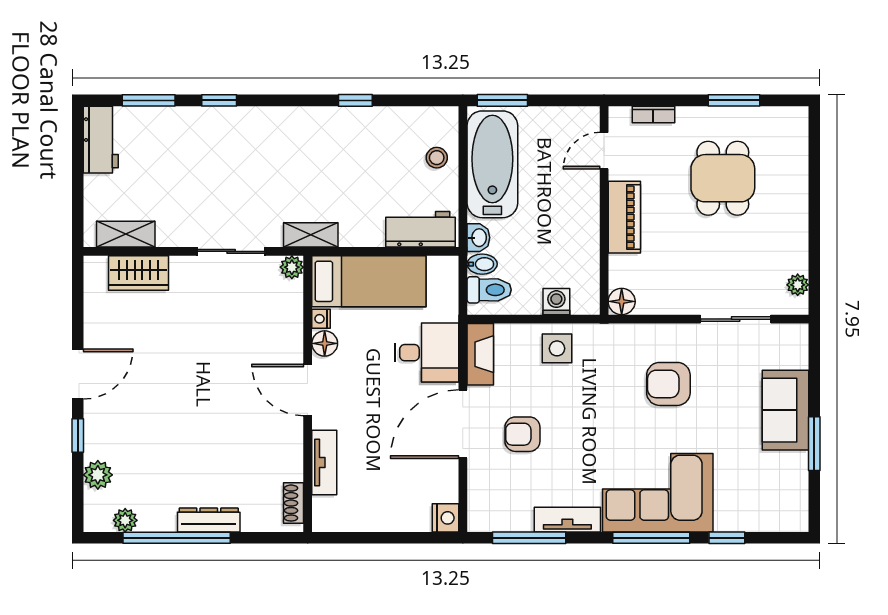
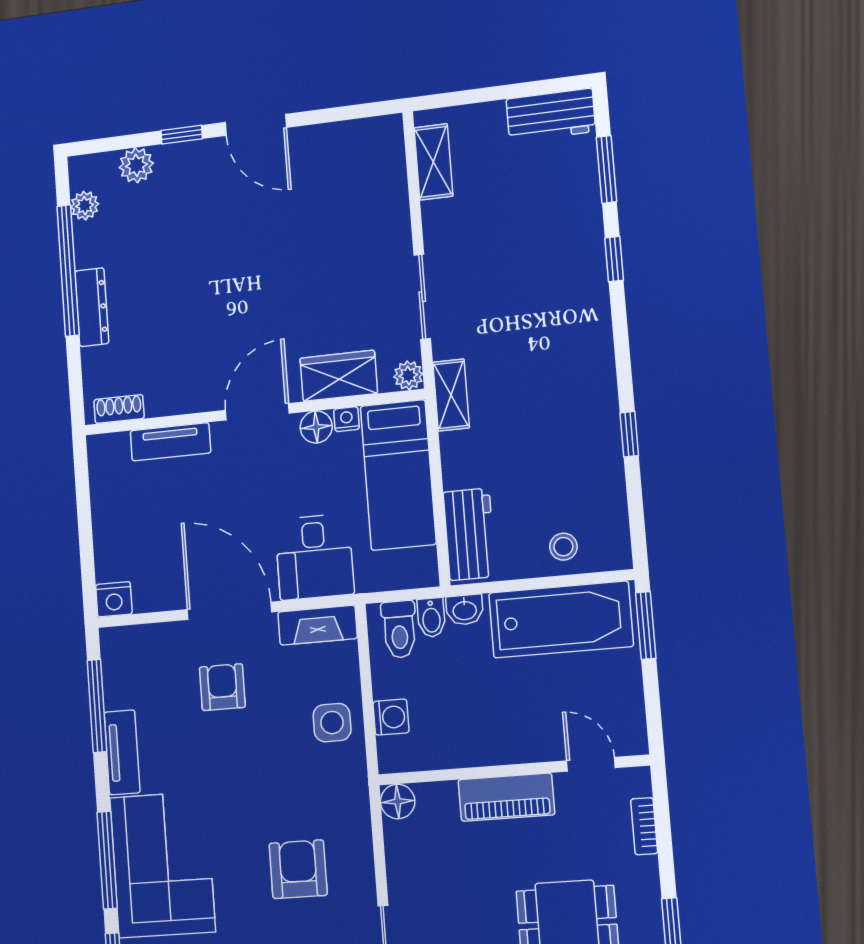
wardrobe: (138, 273) -> (339, 376), moved, turned 90

